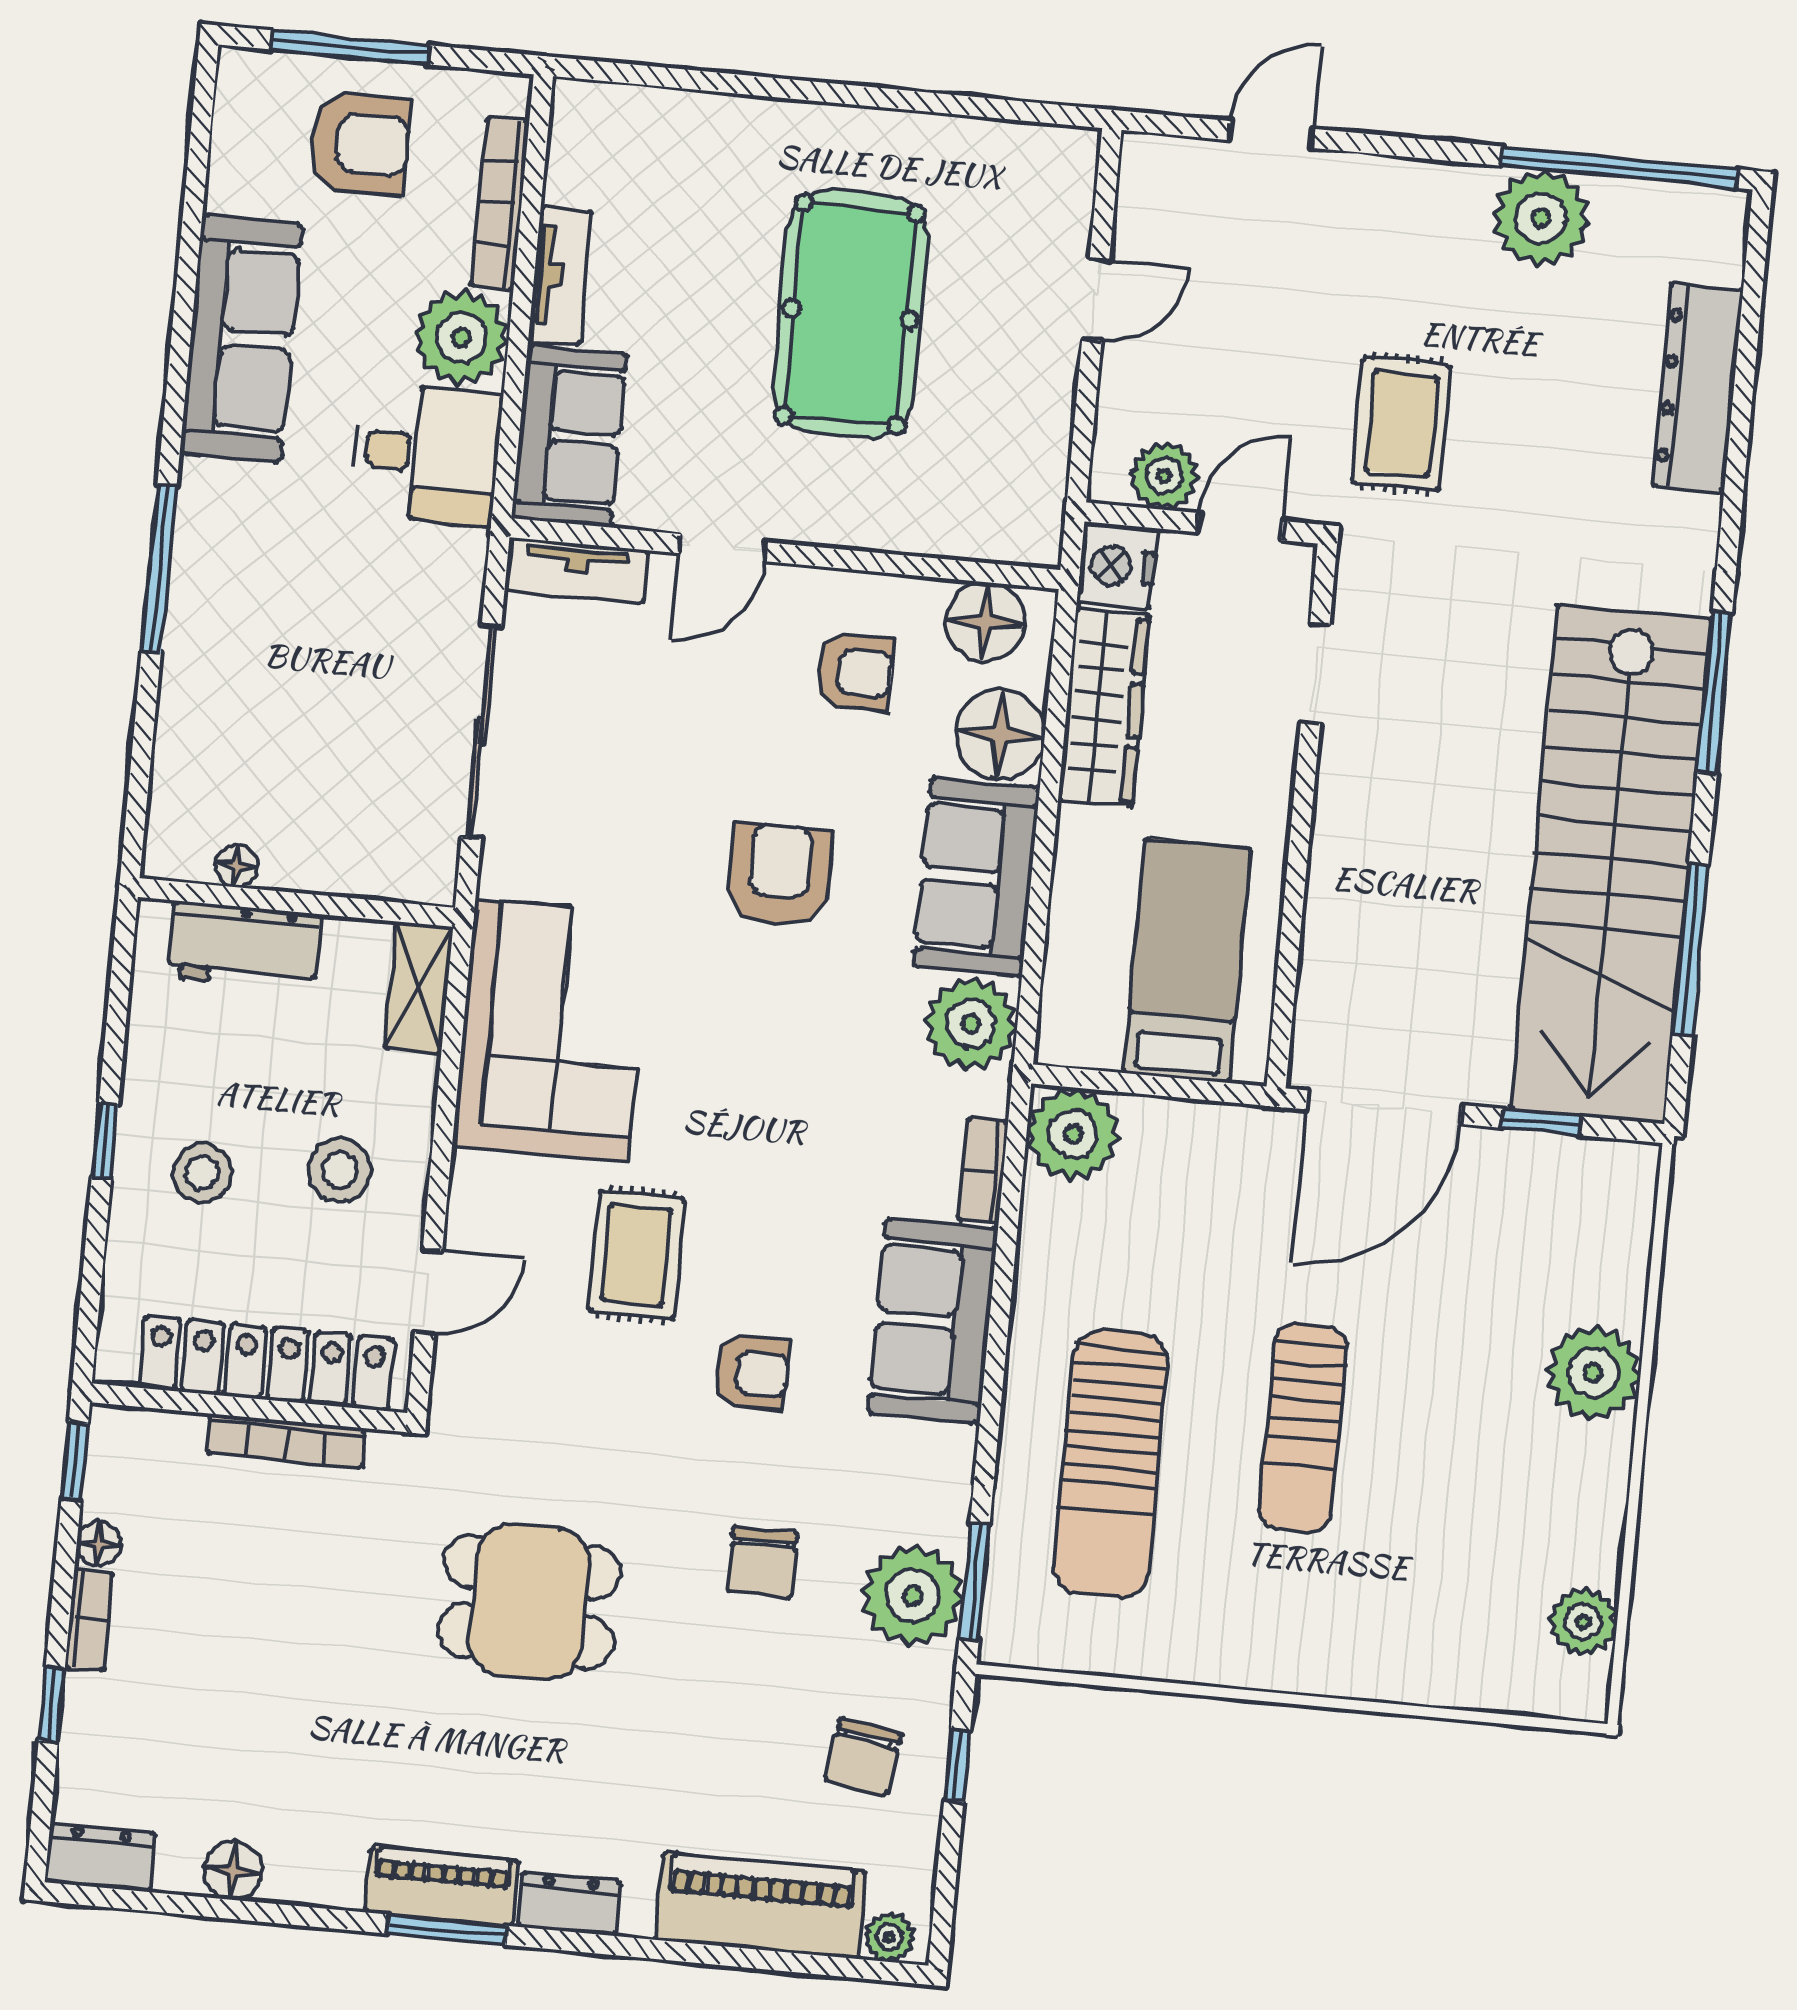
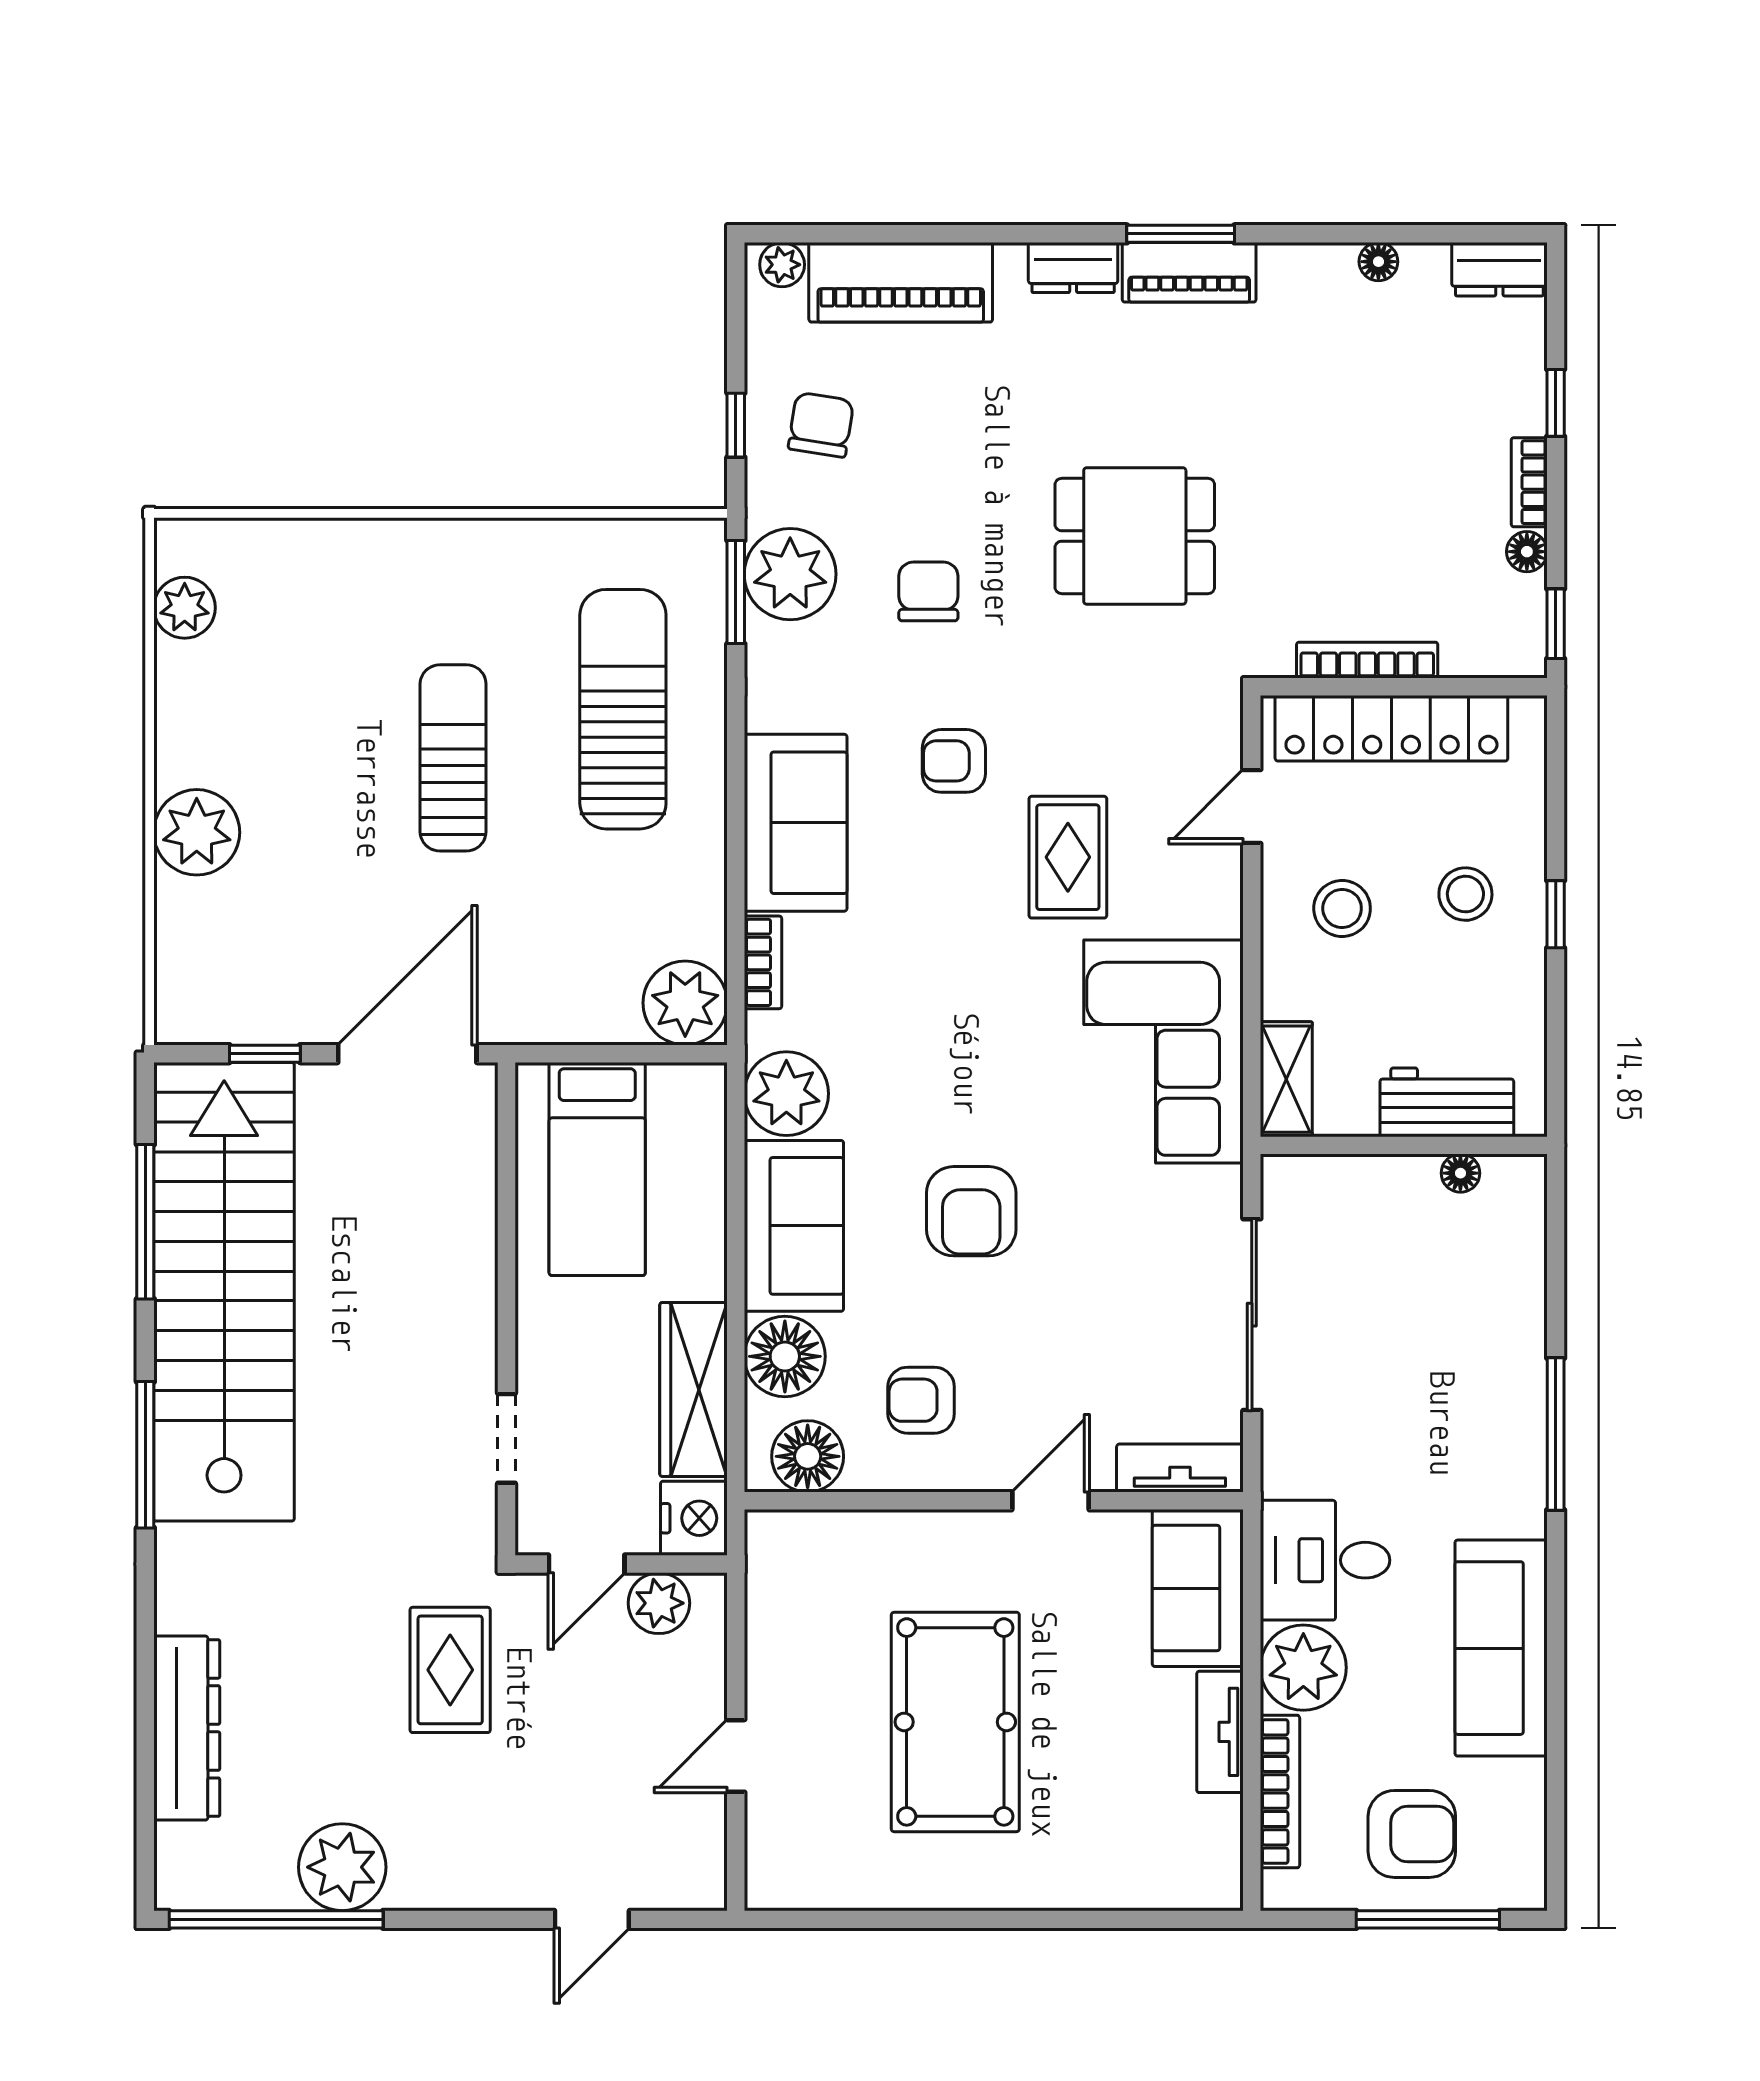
armchair: (359, 143) -> (1412, 1834), turned 180
floor lamp: (233, 1871) -> (1378, 262), width x0.73, depth x0.73

